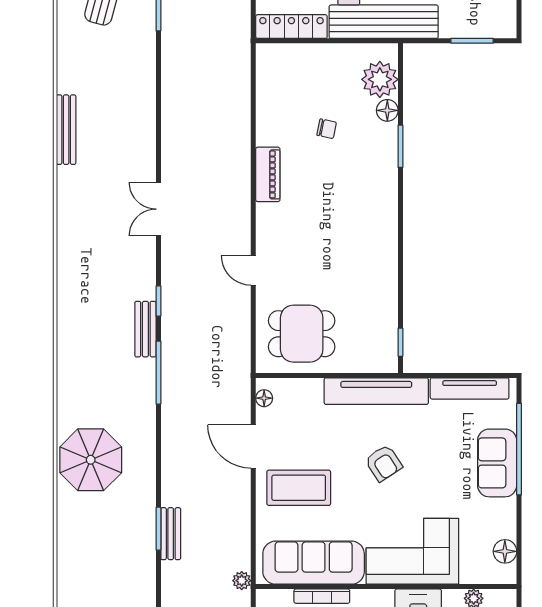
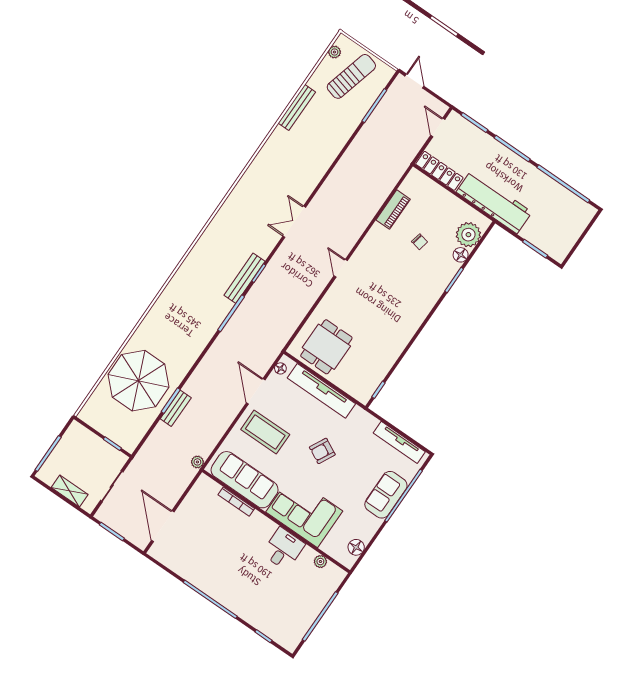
bench: (66, 130) -> (297, 107), moved
piano: (268, 174) -> (393, 210), moved
door: (253, 270) -> (341, 268), moved
bench: (145, 329) -> (245, 278), width x1.36
dining table: (302, 334) -> (326, 347), turned 90
tv unit: (376, 391) -> (321, 391), moved
parasol: (91, 460) -> (139, 381), moved, width x1.36, depth x1.36
armchair: (384, 463) -> (322, 451), turned 60

